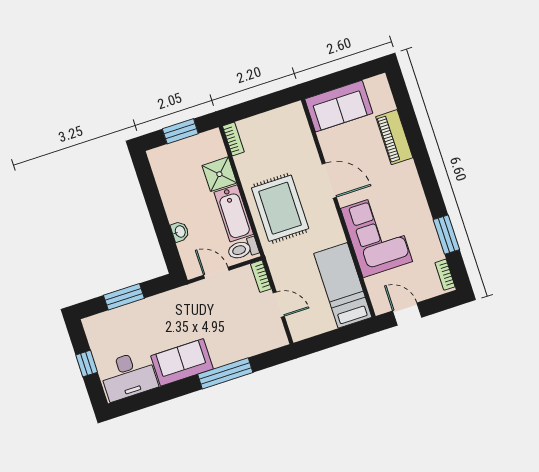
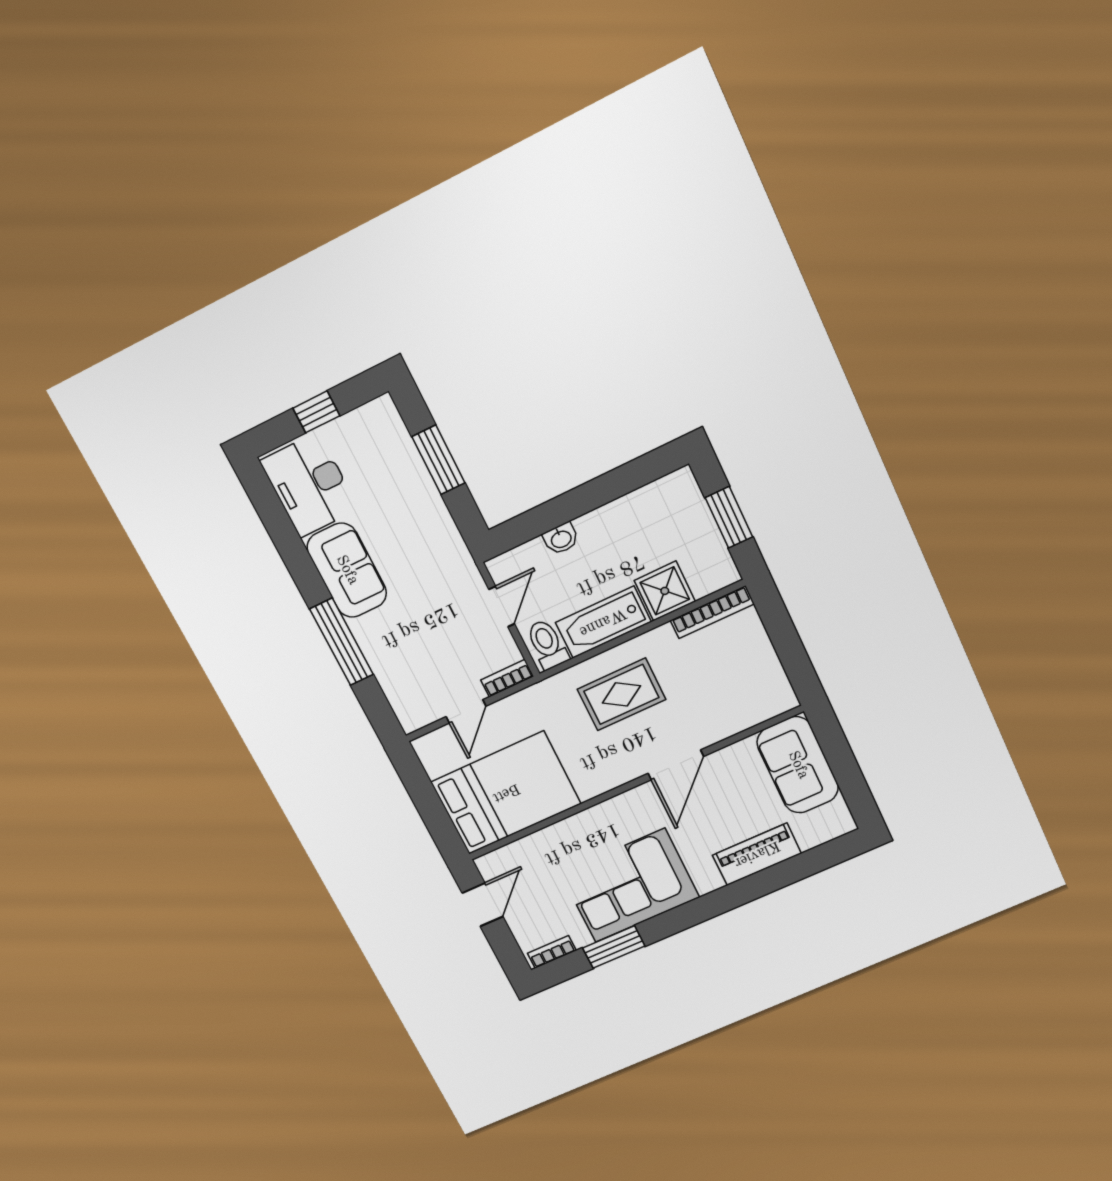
bookcase: (233, 139) -> (712, 612), width x1.56
rug: (280, 208) -> (621, 694), width x0.73, depth x0.70
corner sofa: (377, 235) -> (630, 886), moved, turned 180
bed: (343, 285) -> (506, 793), width x1.50

